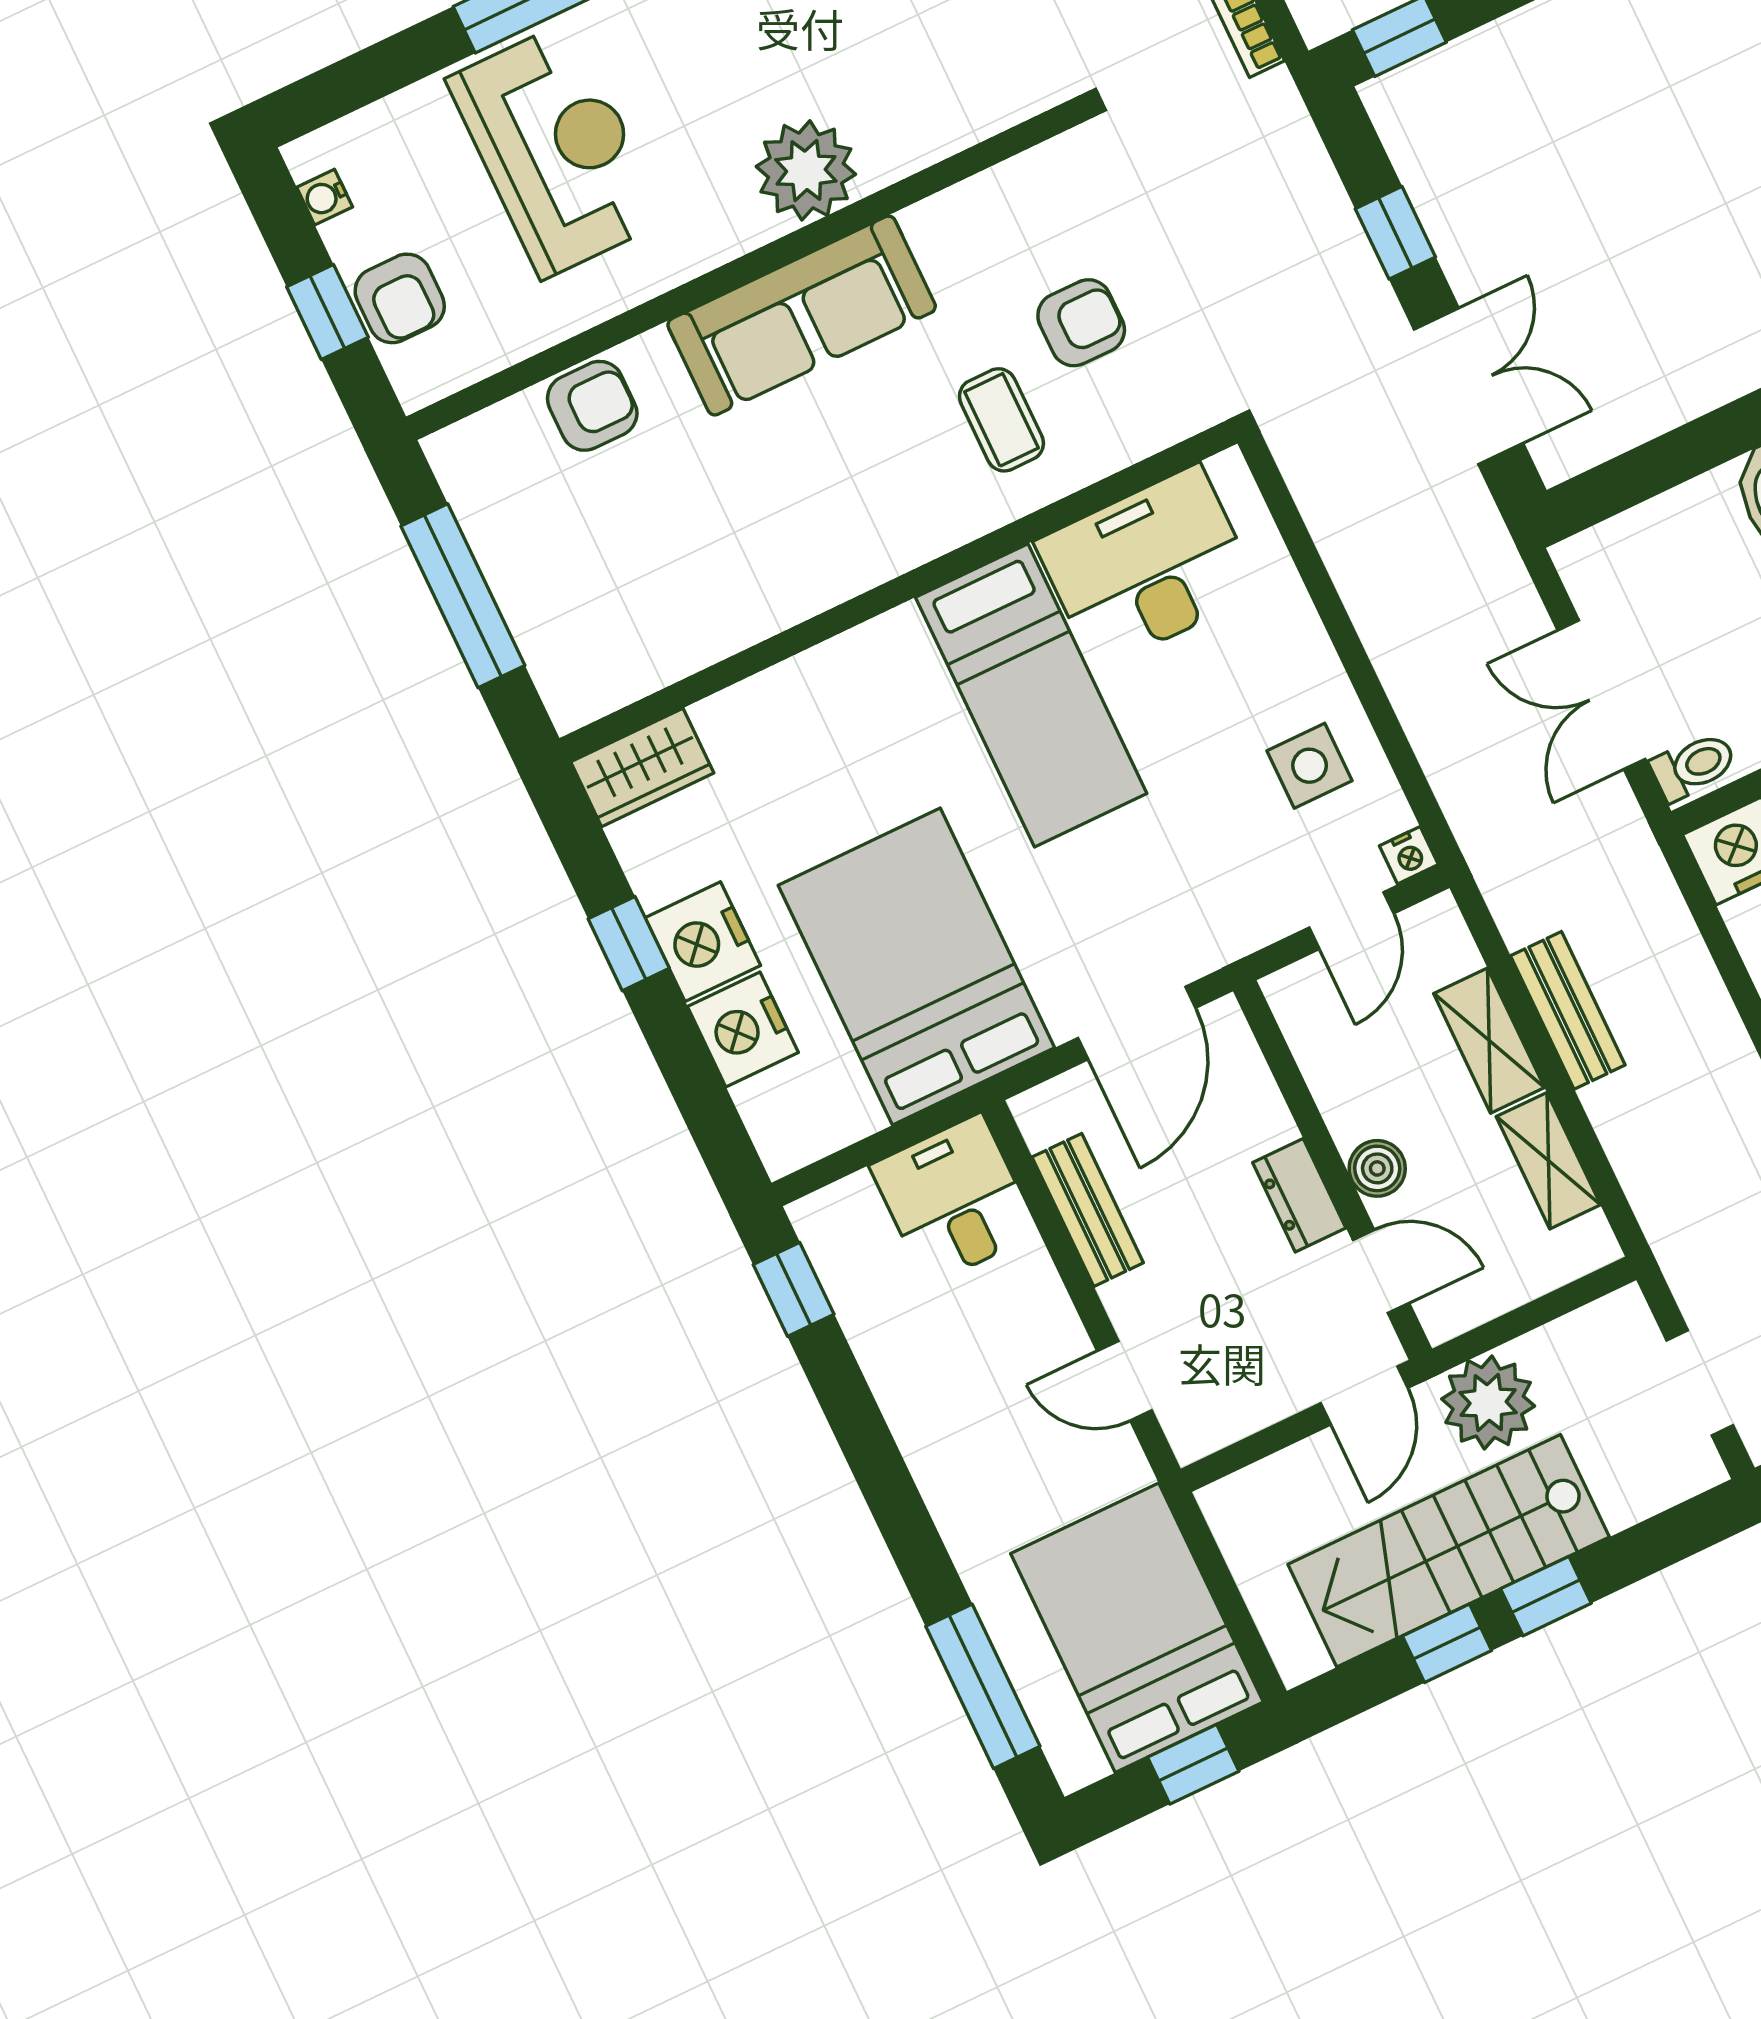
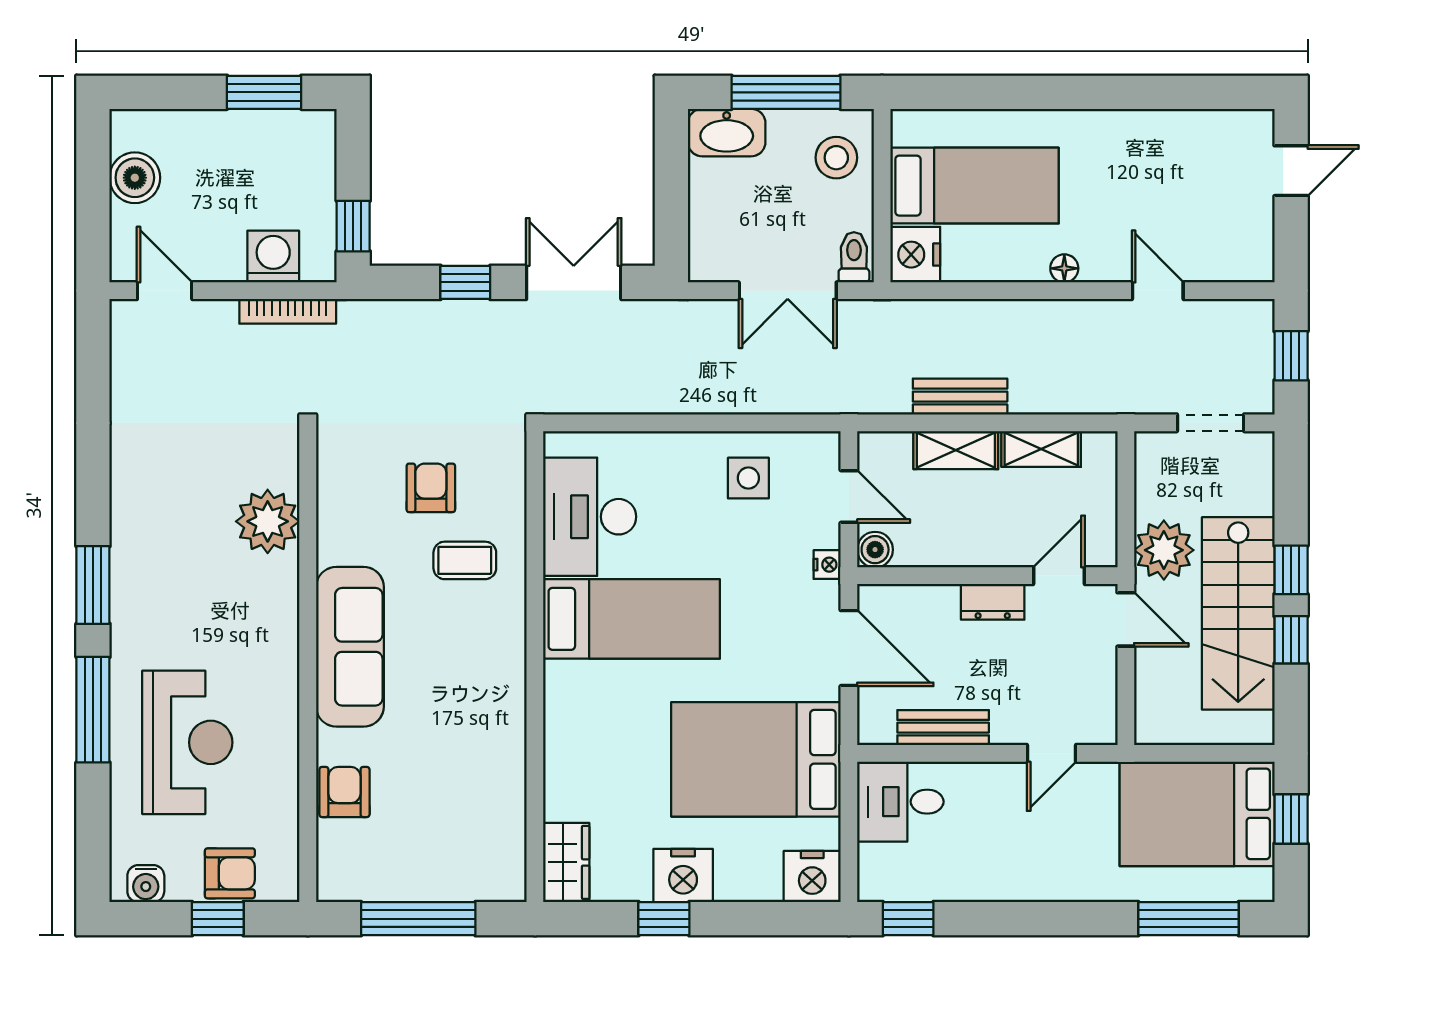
reception desk: (556, 150) -> (187, 742), turned 90
plant: (806, 170) -> (268, 521), moved
water cooler: (325, 197) -> (146, 884), width x1.38, depth x1.38
nightstand: (1409, 855) -> (827, 565), moved
nightstand: (743, 1029) -> (812, 877), moved
boiler: (1377, 1168) -> (875, 550), moved

